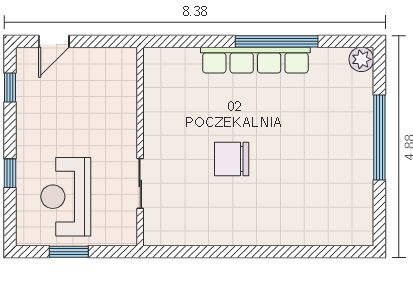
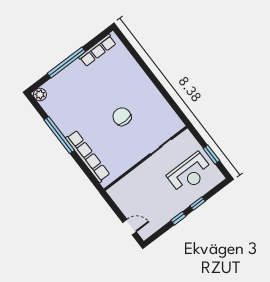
row of seats: (255, 60) -> (88, 156), moved
window: (10, 87) -> (178, 218), moved
chair: (232, 159) -> (122, 117), turned 180
row of seats: (362, 199) -> (97, 50), added

